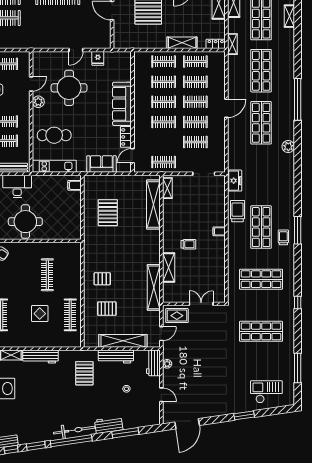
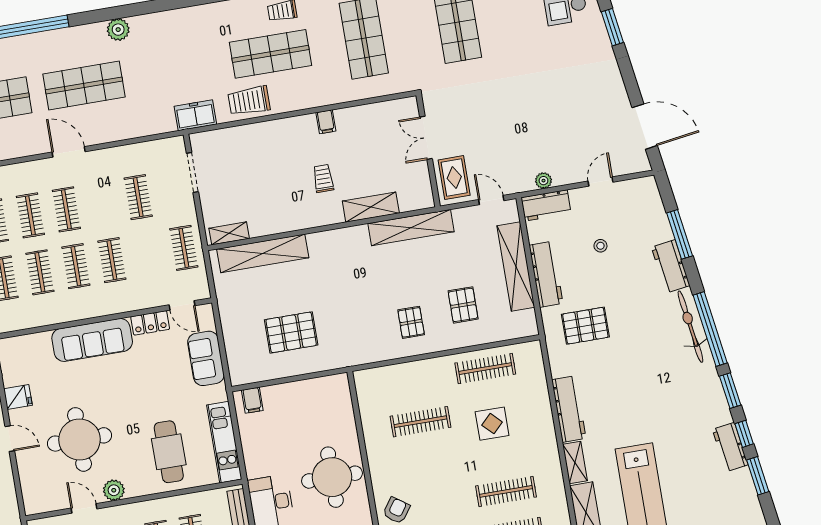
clothes rail: (195, 122) -> (102, 203), removed
filing cabinet: (219, 231) -> (326, 122), moved

